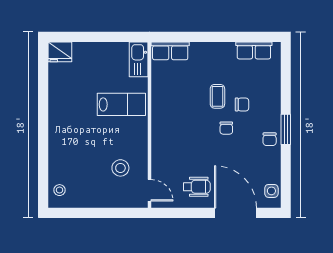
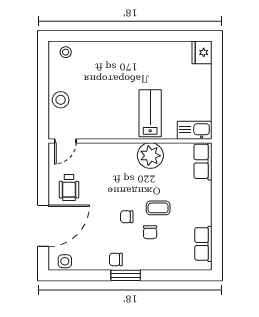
lab bench: (121, 104) -> (150, 113), turned 180
plant: (164, 104) -> (150, 156), added
stool: (120, 168) -> (61, 100), moved

